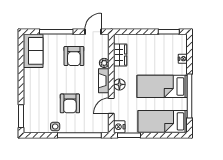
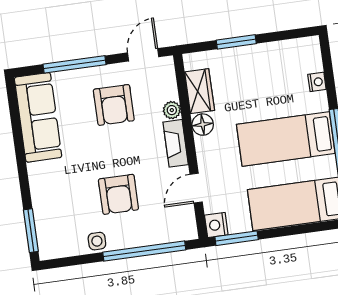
window: (169, 32) -> (236, 42), moved
sofa: (33, 51) -> (38, 117), width x1.36
floor lamp: (119, 84) -> (203, 125), moved

